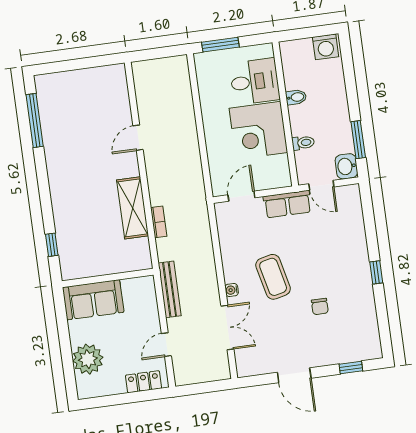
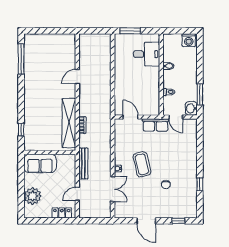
corner desk: (258, 130) -> (145, 82), removed
door: (241, 196) -> (130, 117), hinge flipped
shelving: (133, 208) -> (69, 123), width x1.47
window: (376, 272) -> (200, 184), moved

